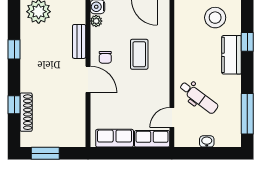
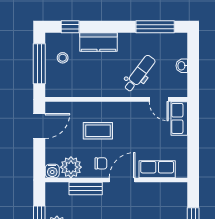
stool: (215, 18) -> (63, 58), width x0.53, depth x0.53
plant: (96, 21) -> (71, 167), width x1.88, depth x1.88
window: (247, 42) -> (70, 27), moved
row of seats: (115, 138) -> (157, 169), moved, turned 90

